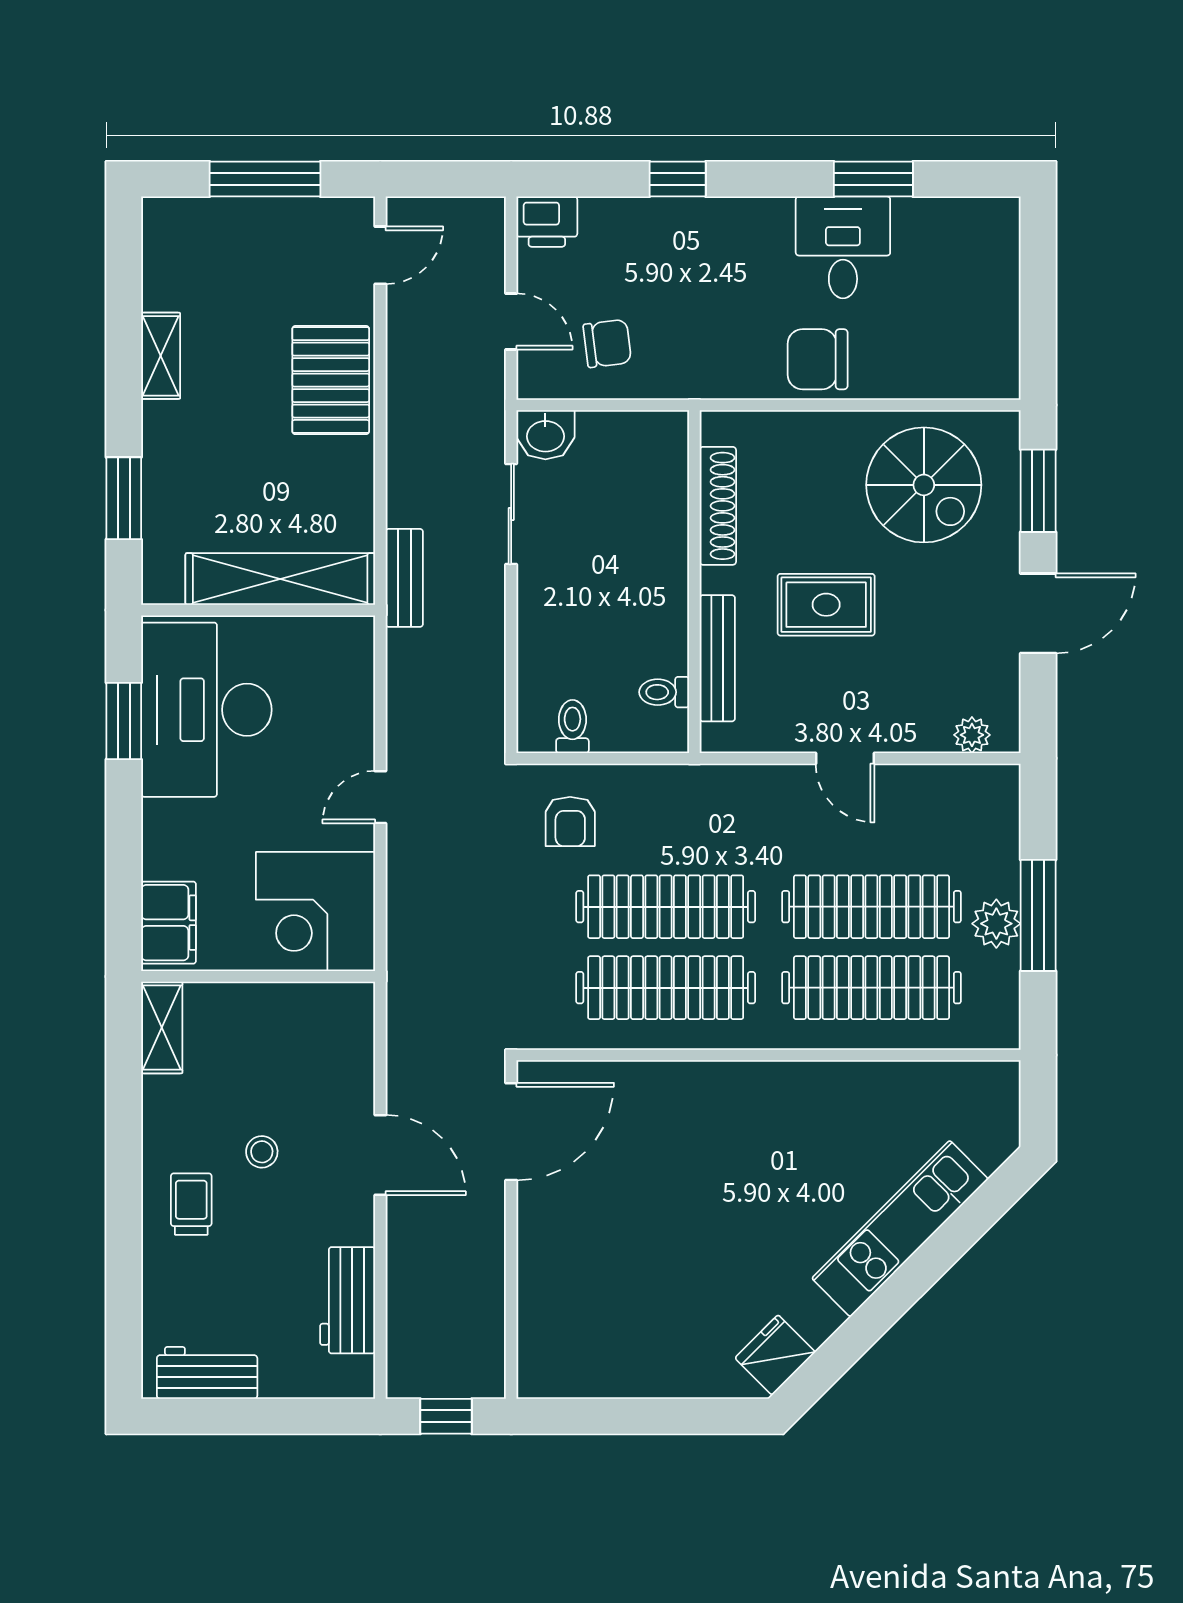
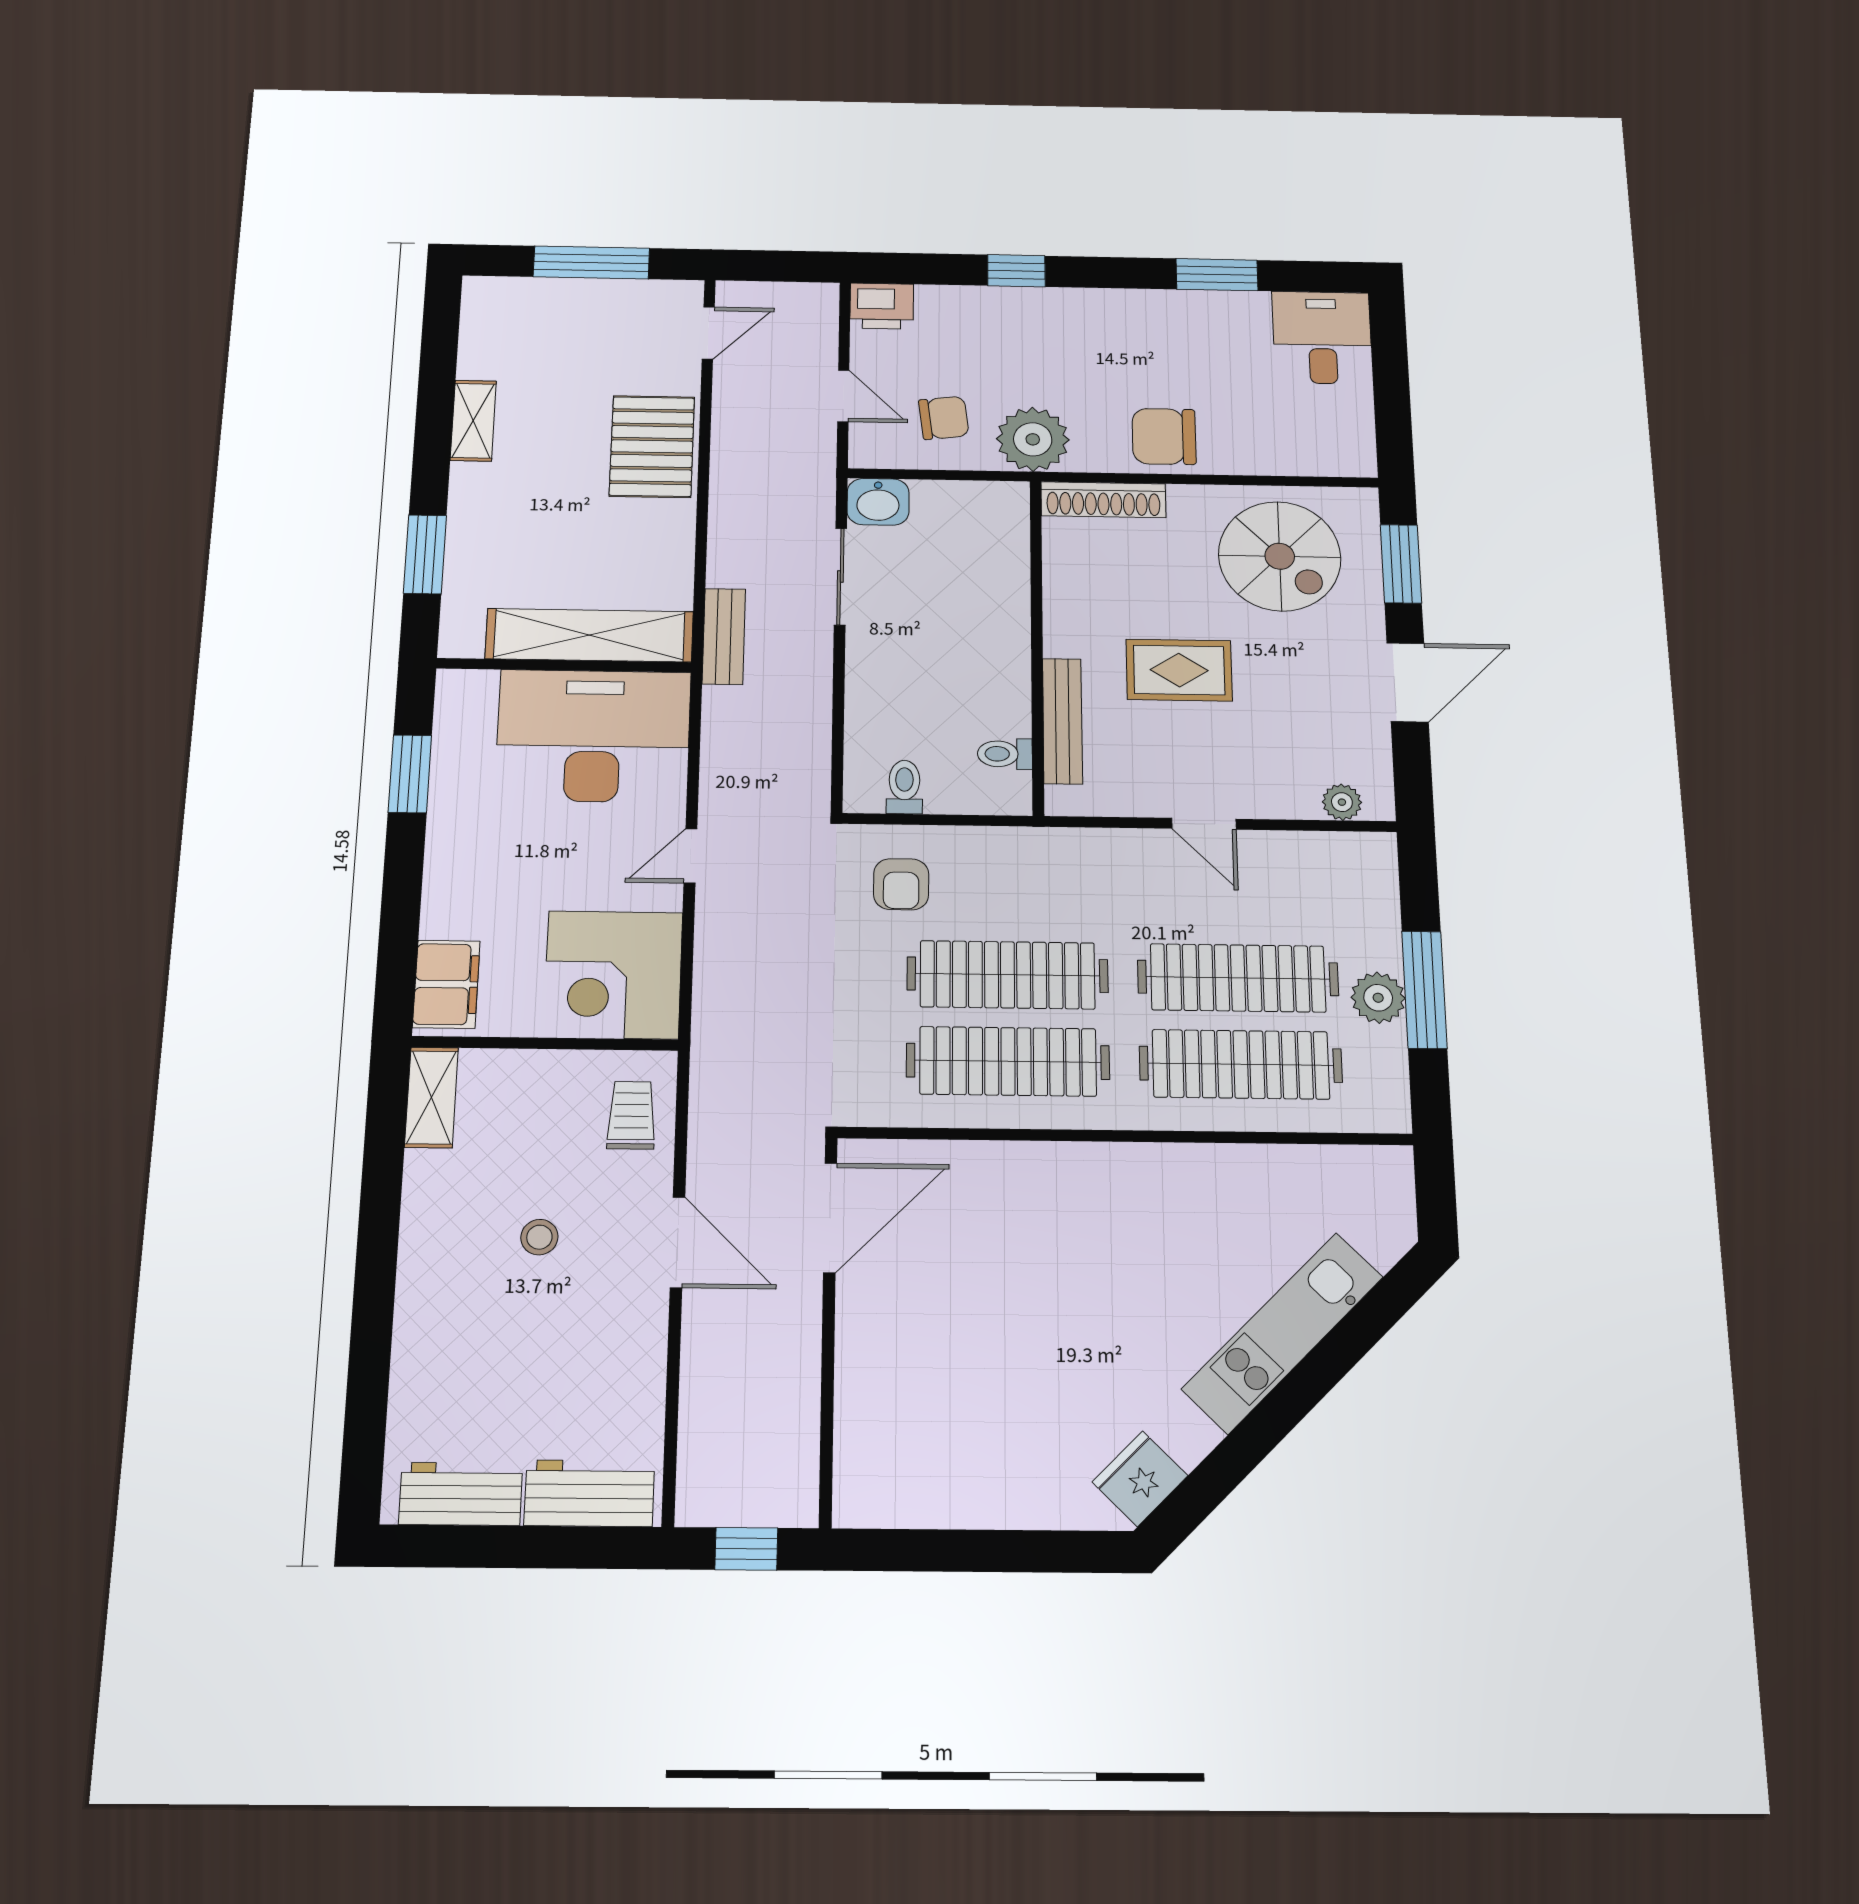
desk: (843, 247) -> (1322, 338), moved
plant: (692, 365) -> (1033, 439), added
shoe rack: (718, 506) -> (1103, 500), moved, turned 90
desk: (206, 710) -> (593, 736), moved, turned 90
trolley: (191, 1204) -> (631, 1115), moved
workbench: (348, 1300) -> (589, 1493), moved, turned 90

